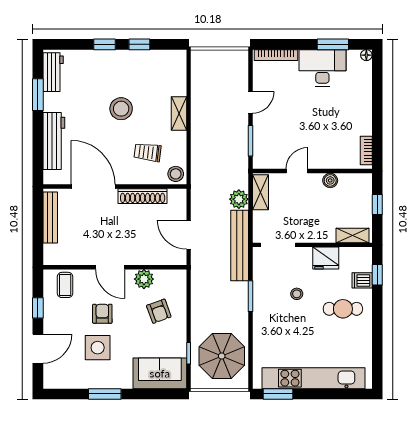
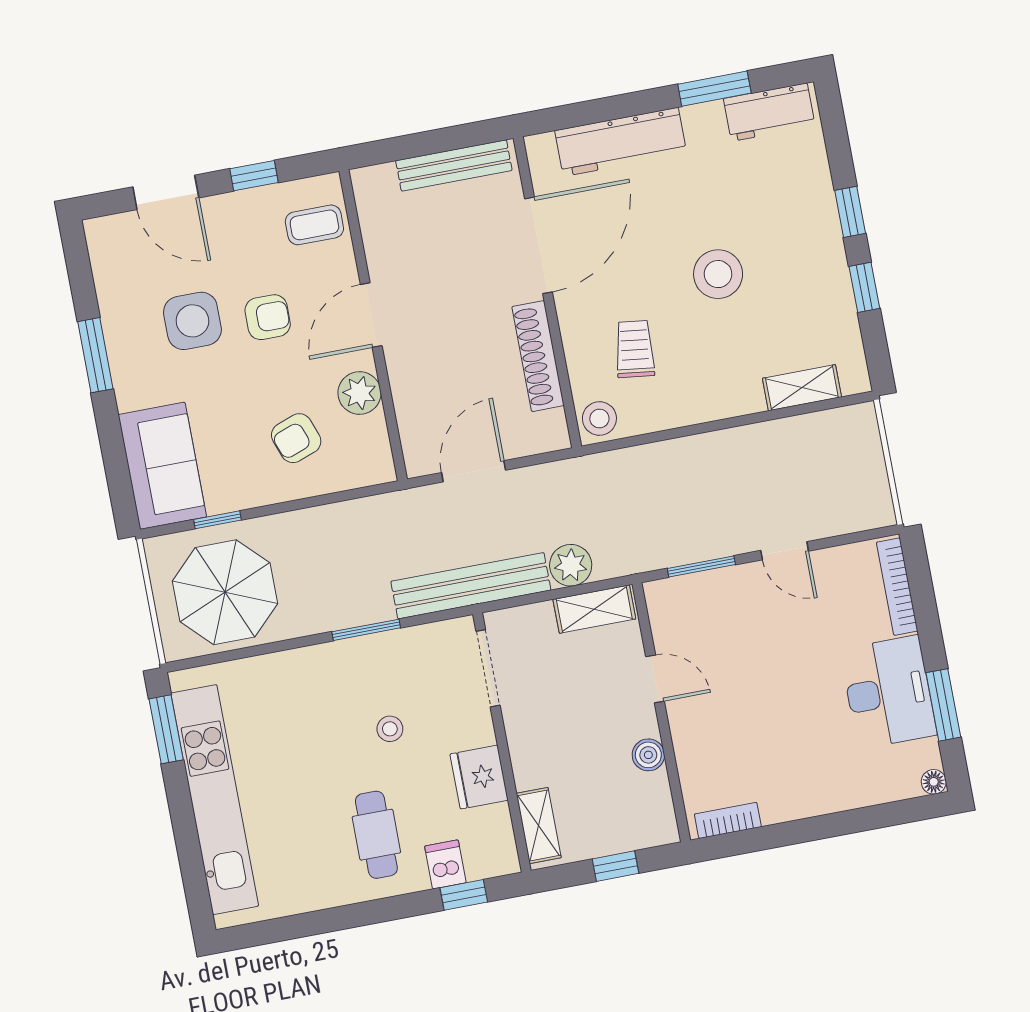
shelving: (179, 113) -> (802, 388), moved

